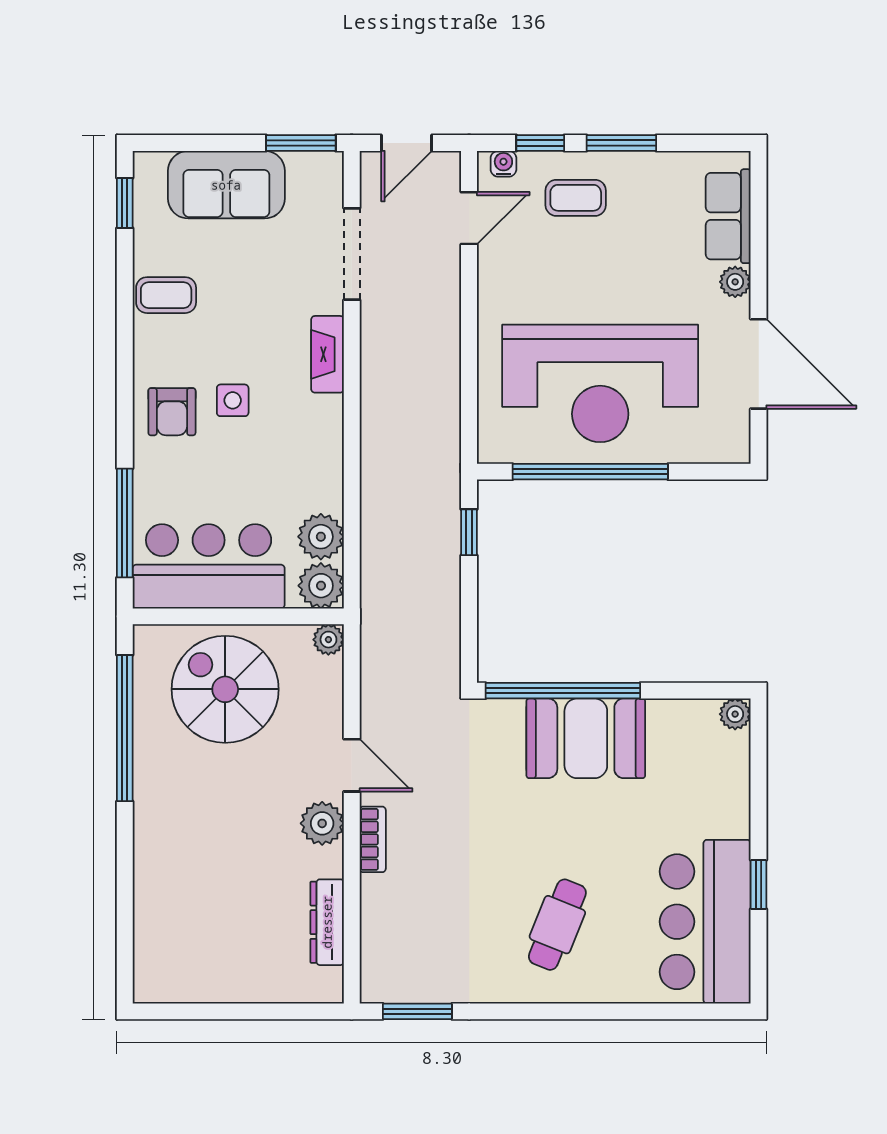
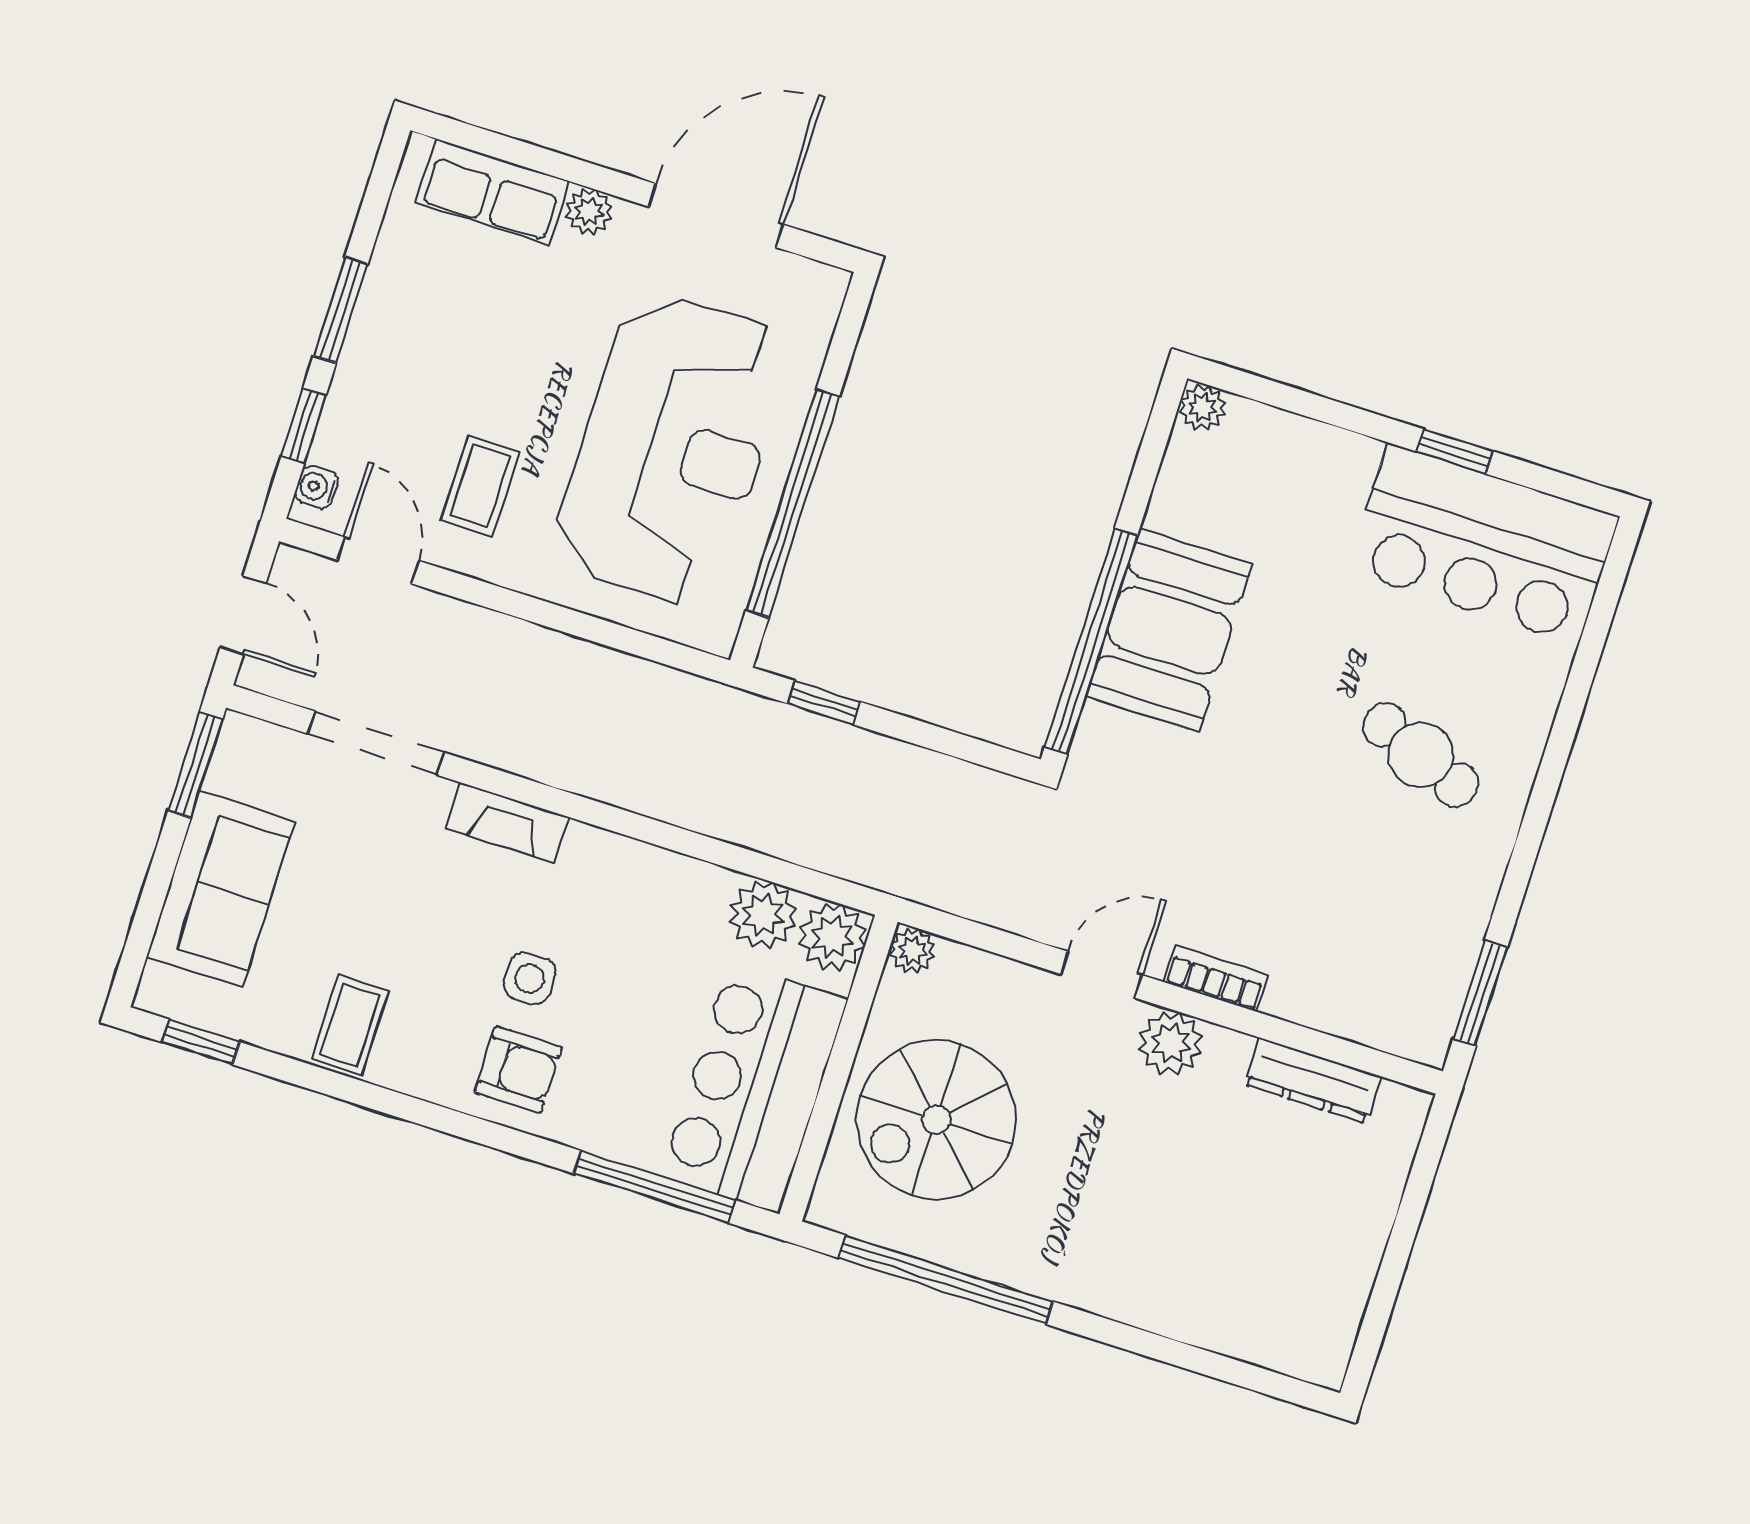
coffee table: (576, 198) -> (480, 486), moved

